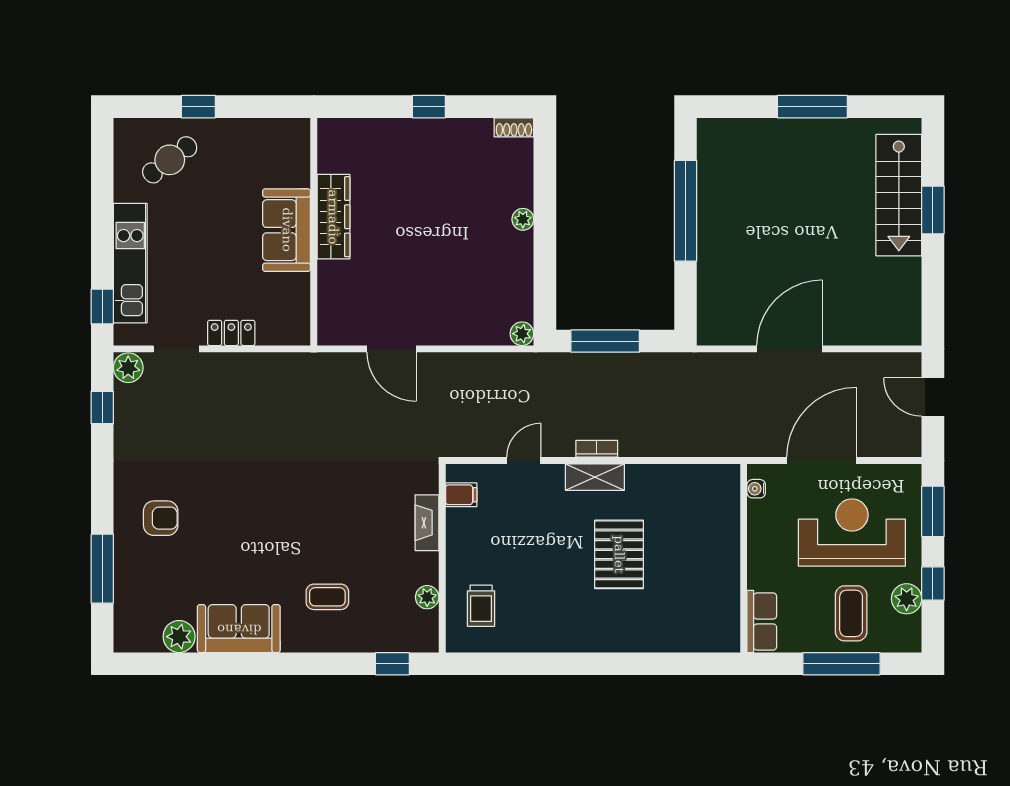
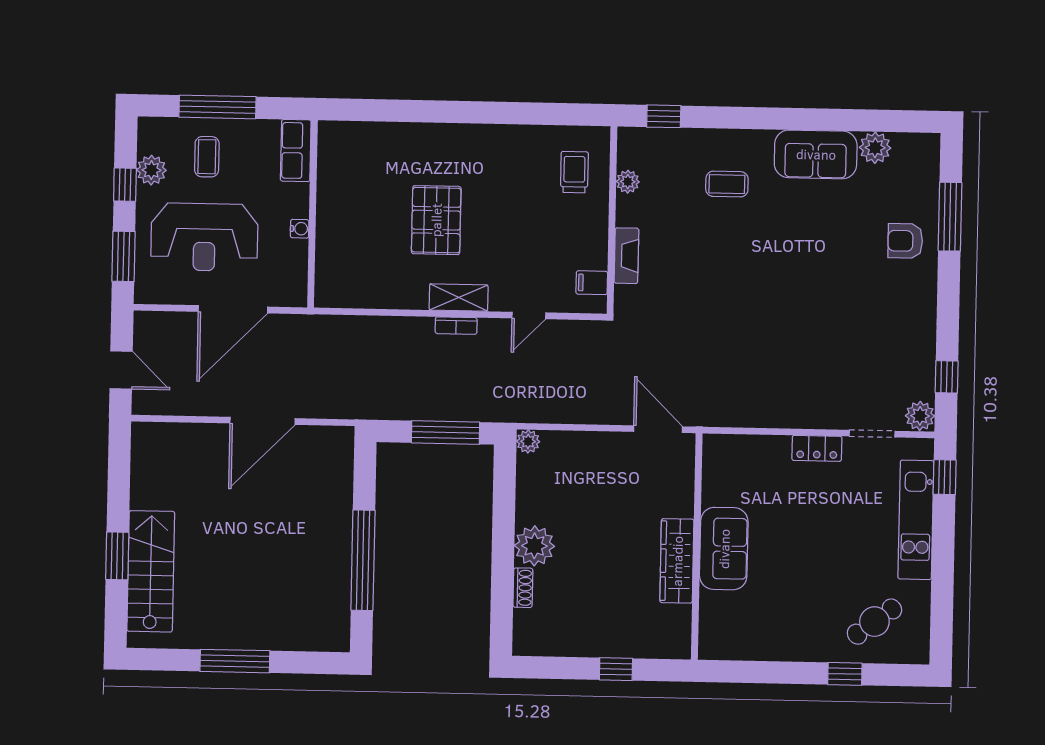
shoe rack: (514, 127) -> (523, 588), moved, turned 90
wardrobe: (333, 217) -> (677, 561), moved
plant: (523, 219) -> (534, 546), width x1.88, depth x1.88
sofa: (287, 230) -> (724, 549), moved
wall: (314, 232) -> (697, 546), moved
water cooler: (756, 489) -> (300, 229), moved
armchair: (161, 518) -> (905, 241), moved
coffee table: (851, 613) -> (207, 157), width x0.73, depth x0.77

